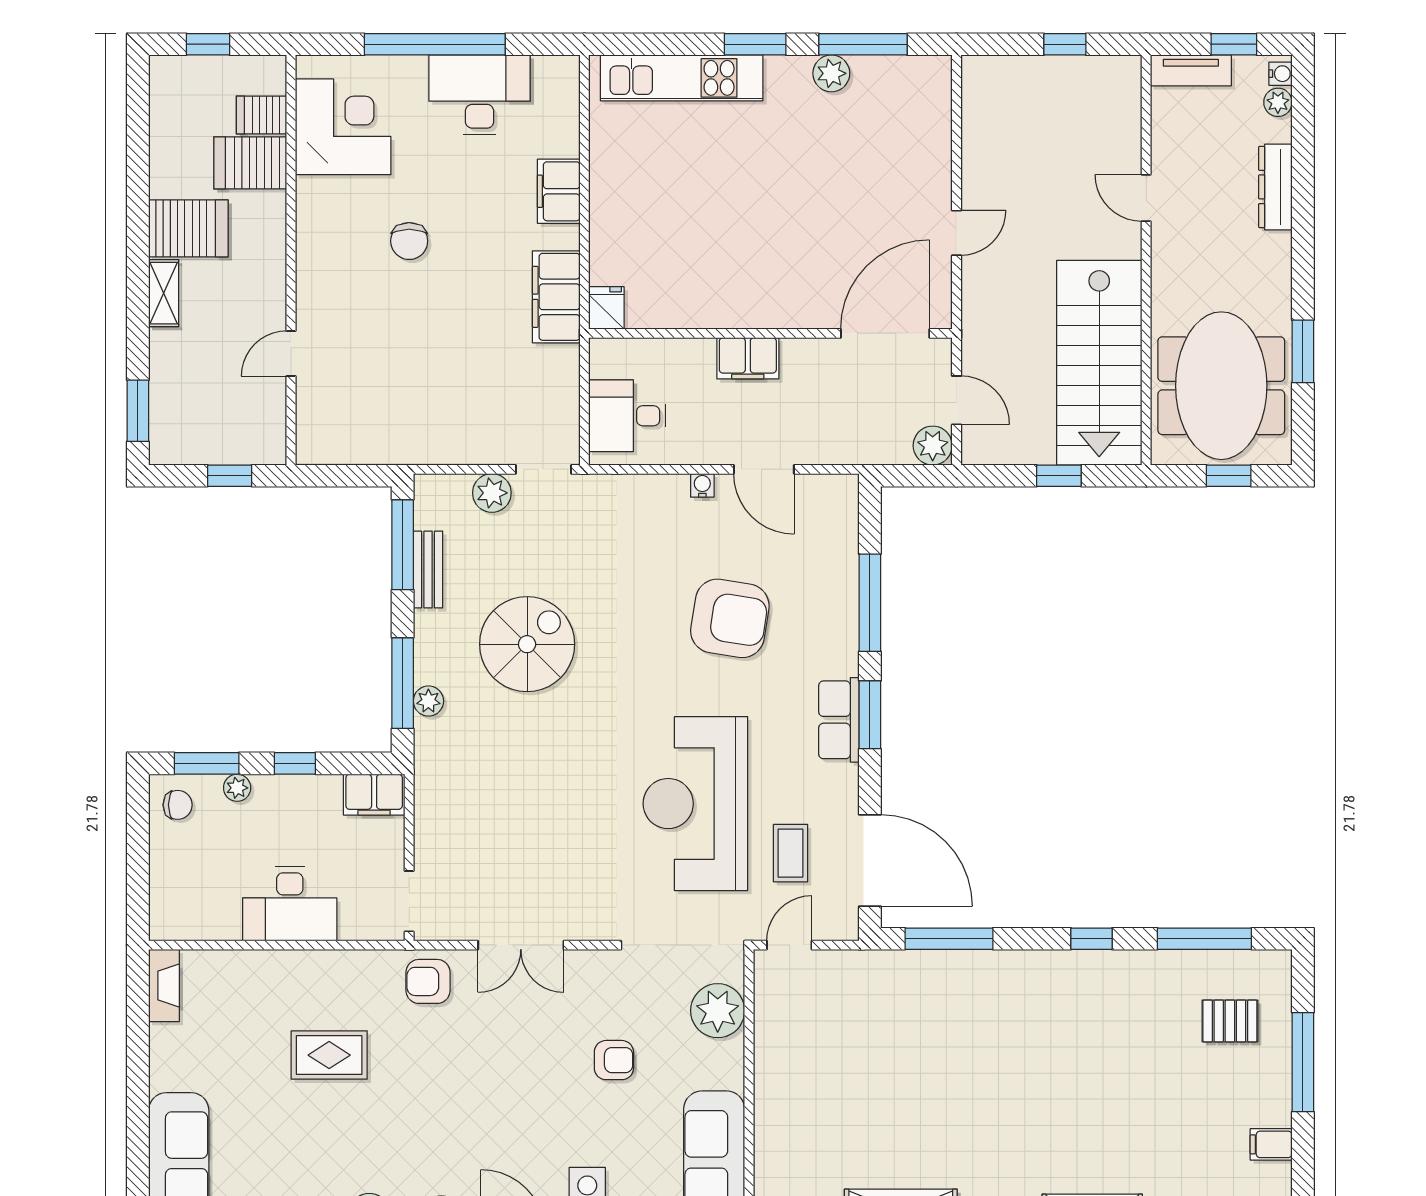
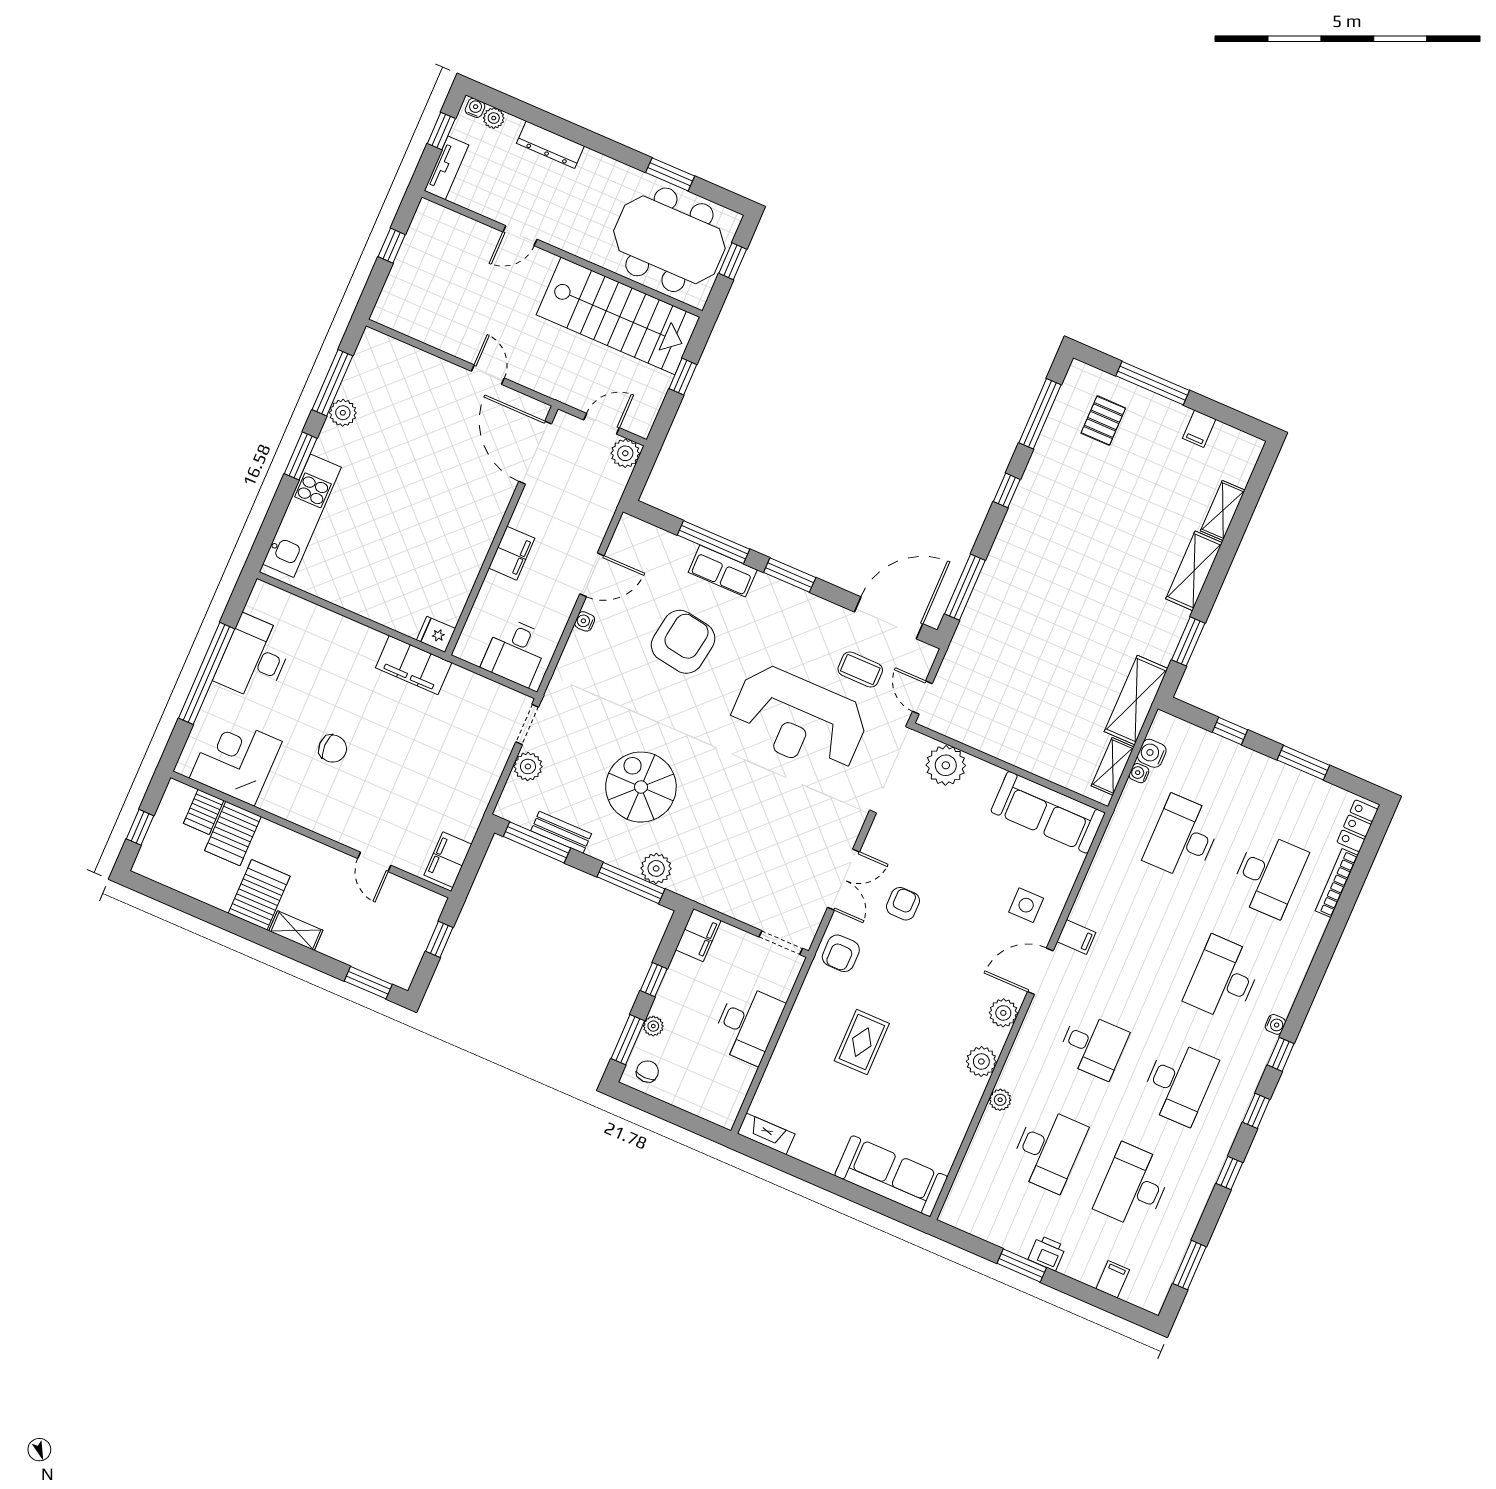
filing cabinet: (559, 191) -> (448, 860), moved, turned 90
plant: (428, 701) -> (656, 868), width x1.38, depth x1.38
row of seats: (839, 720) -> (723, 571), moved
armchair: (614, 1060) -> (903, 904), moved

